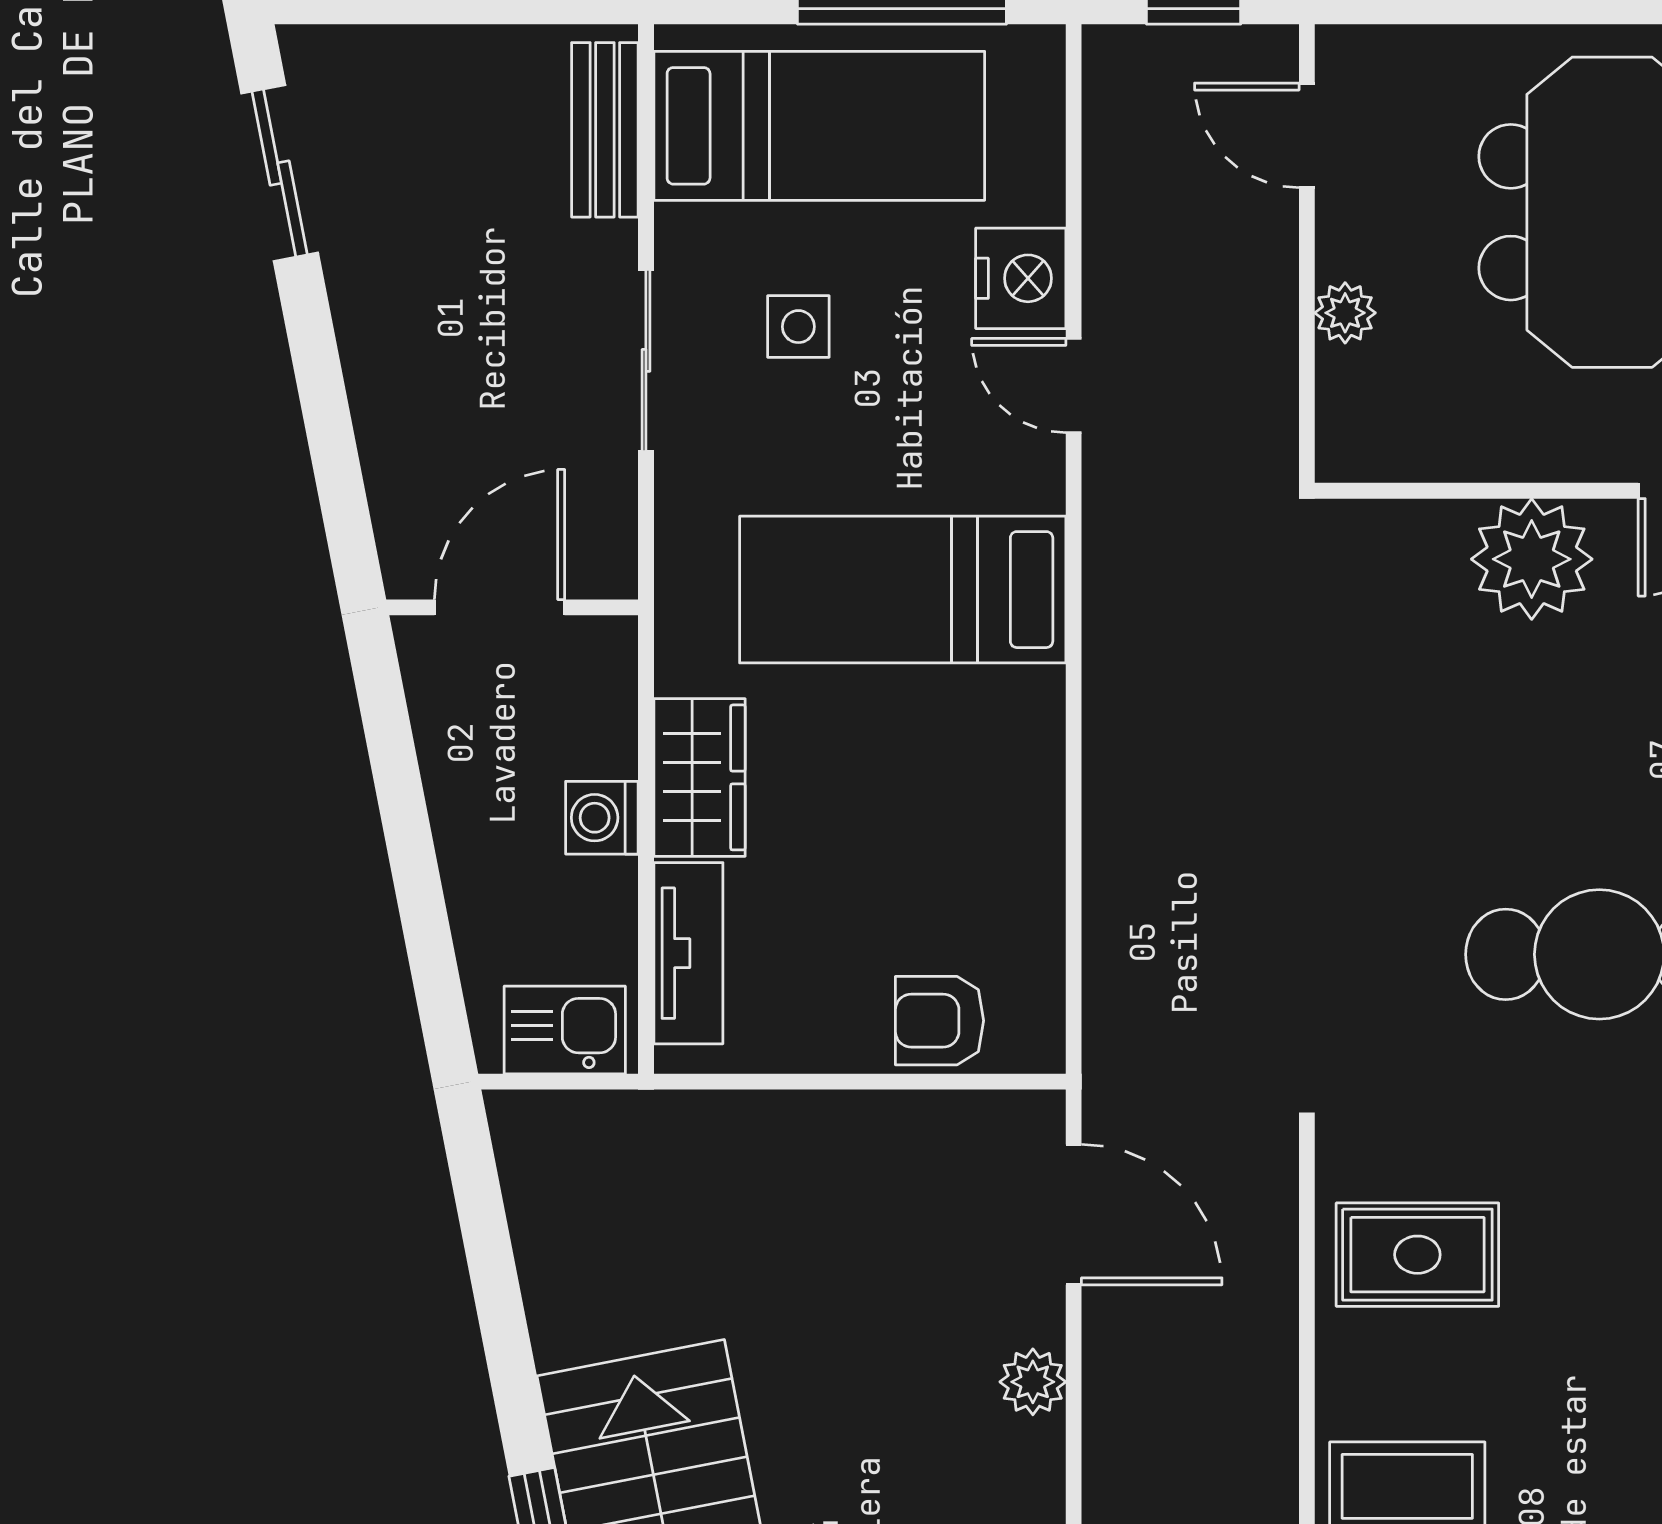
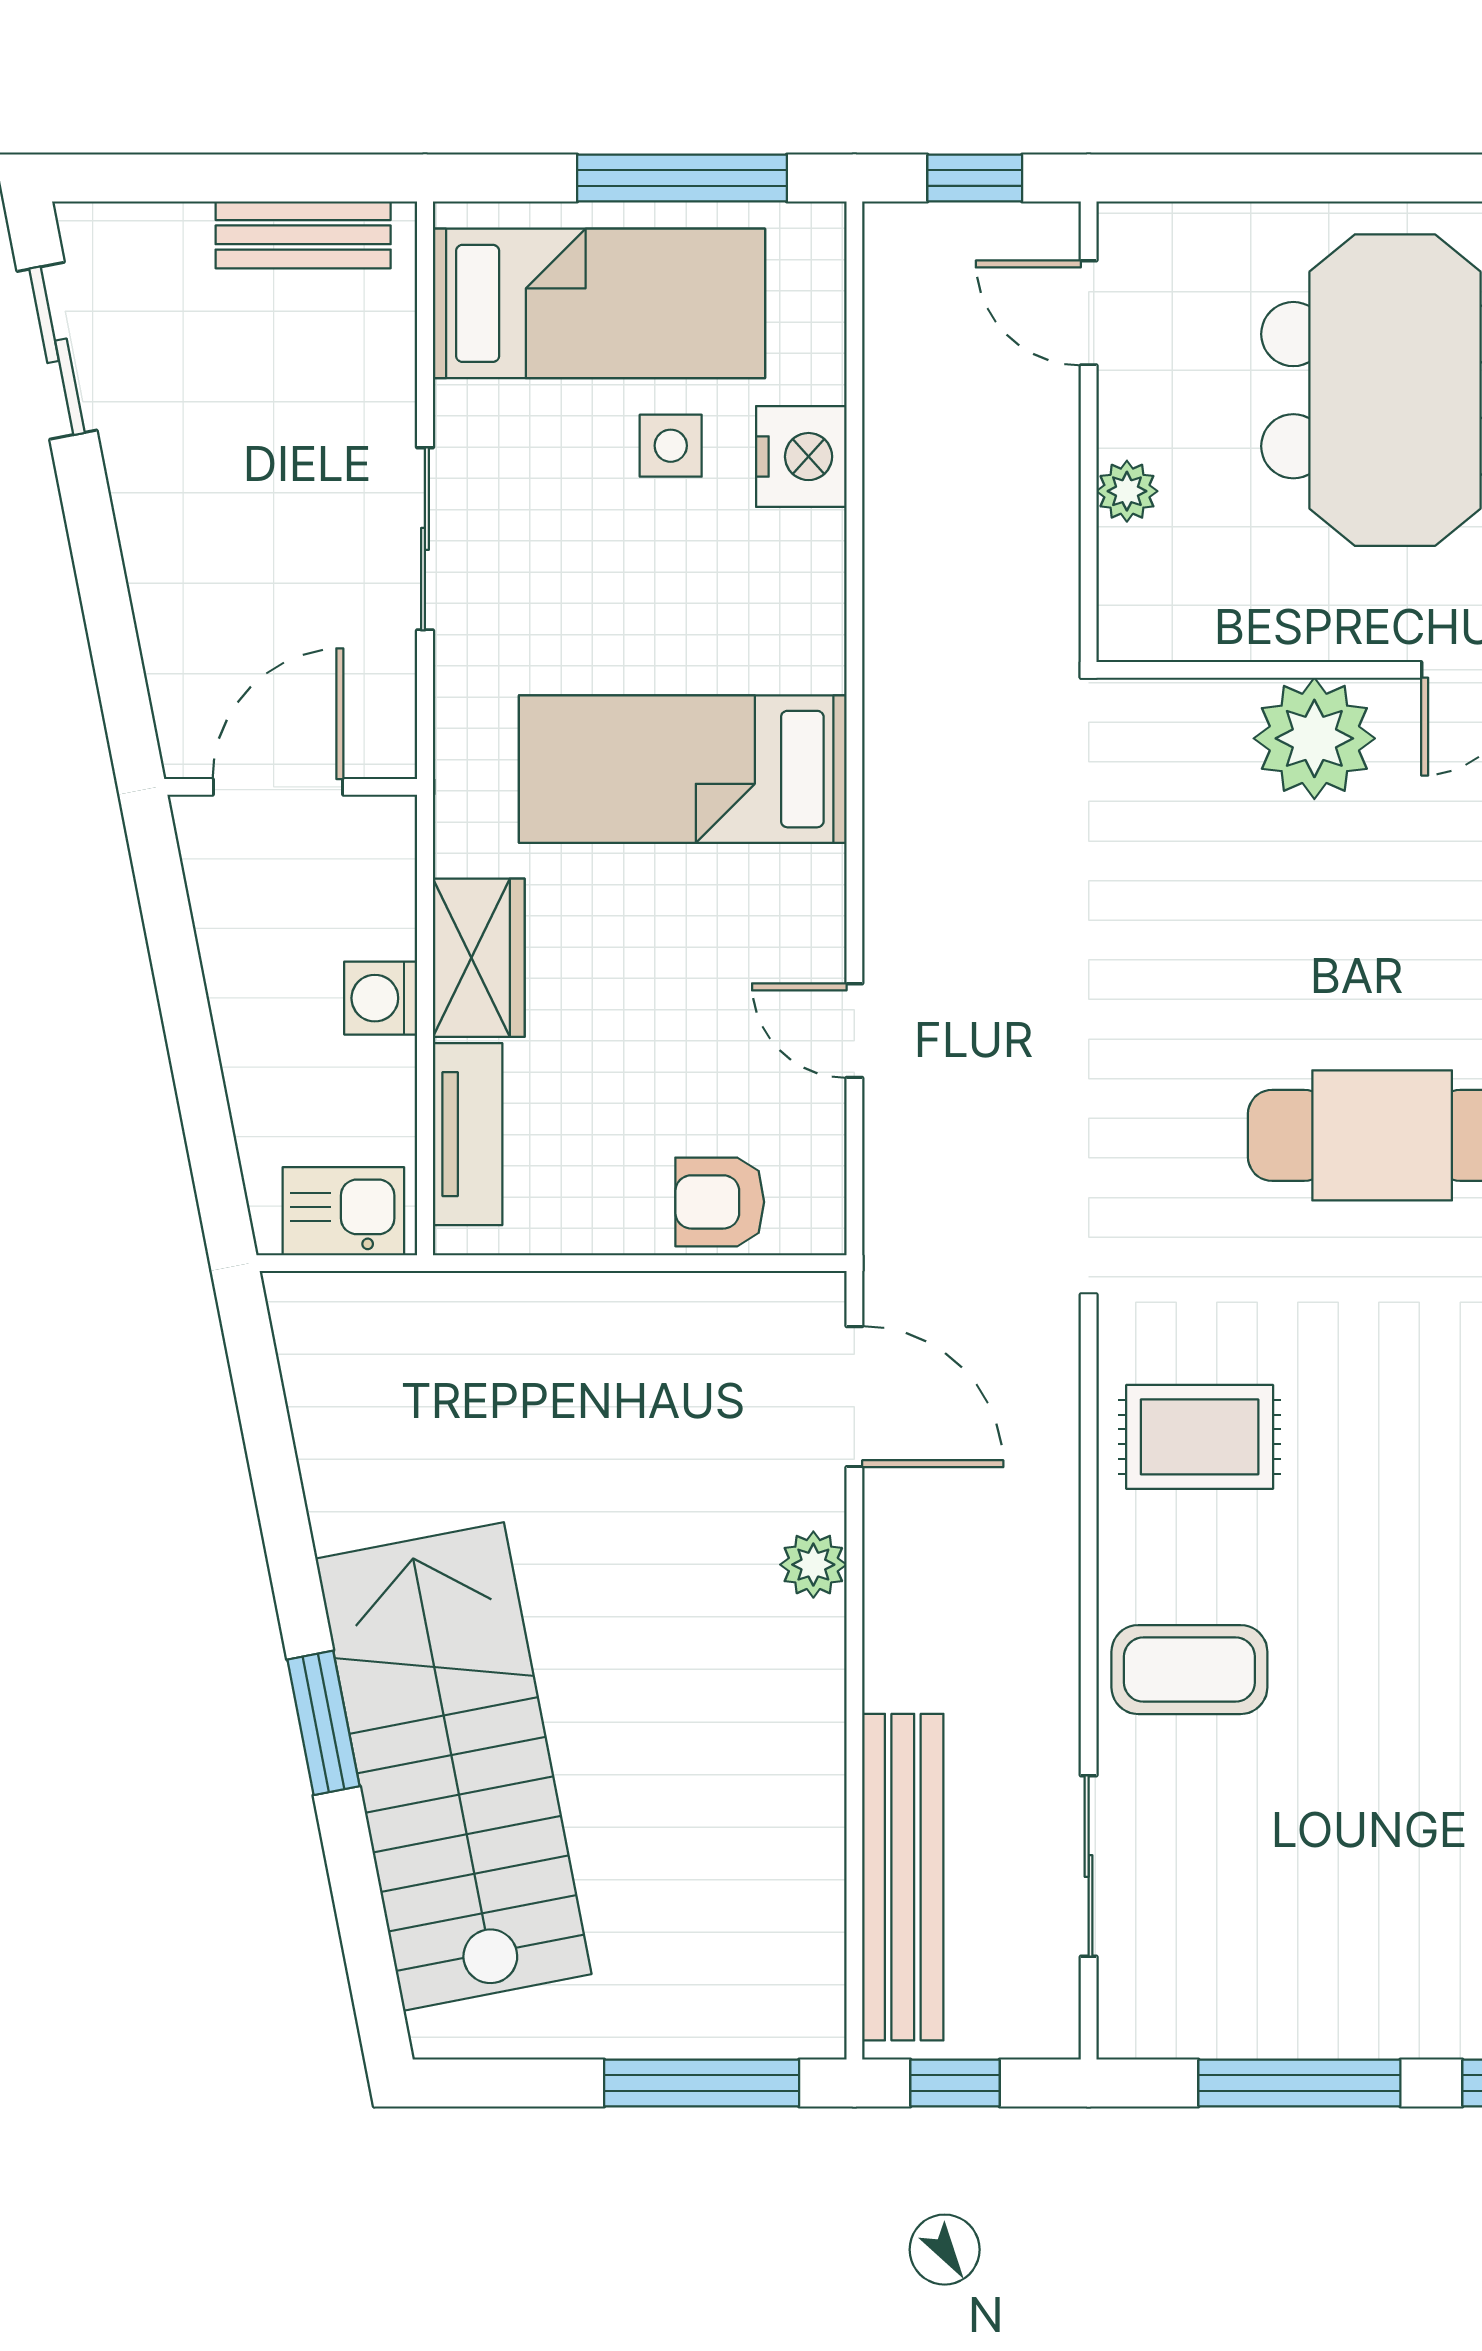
bench: (605, 130) -> (303, 235), moved, turned 90
side table: (798, 327) -> (671, 446), moved
door: (1074, 386) -> (854, 1031), moved

